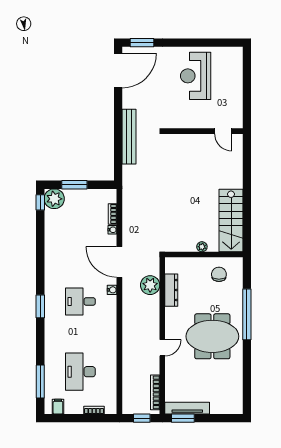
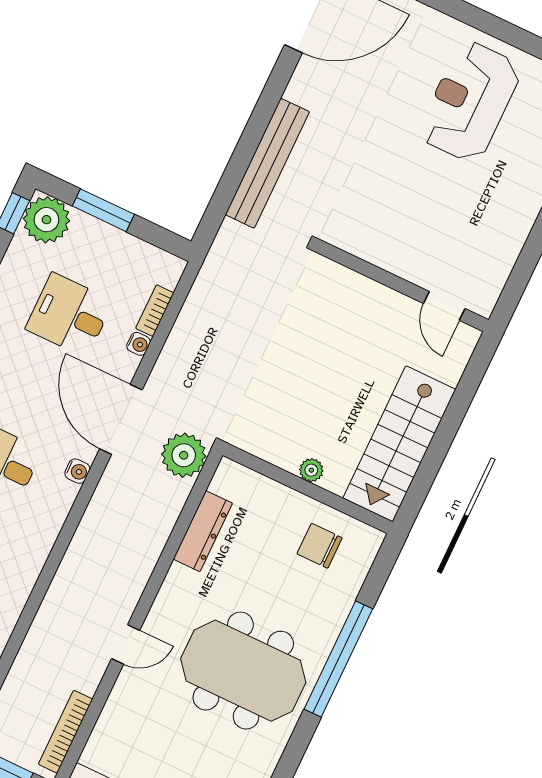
wall: (204, 131) -> (404, 287), moved
door: (223, 131) -> (444, 306), moved
desk: (80, 231) -> (69, 315), added
chair: (219, 274) -> (320, 546), turned -90
plant: (150, 285) -> (184, 455), moved

